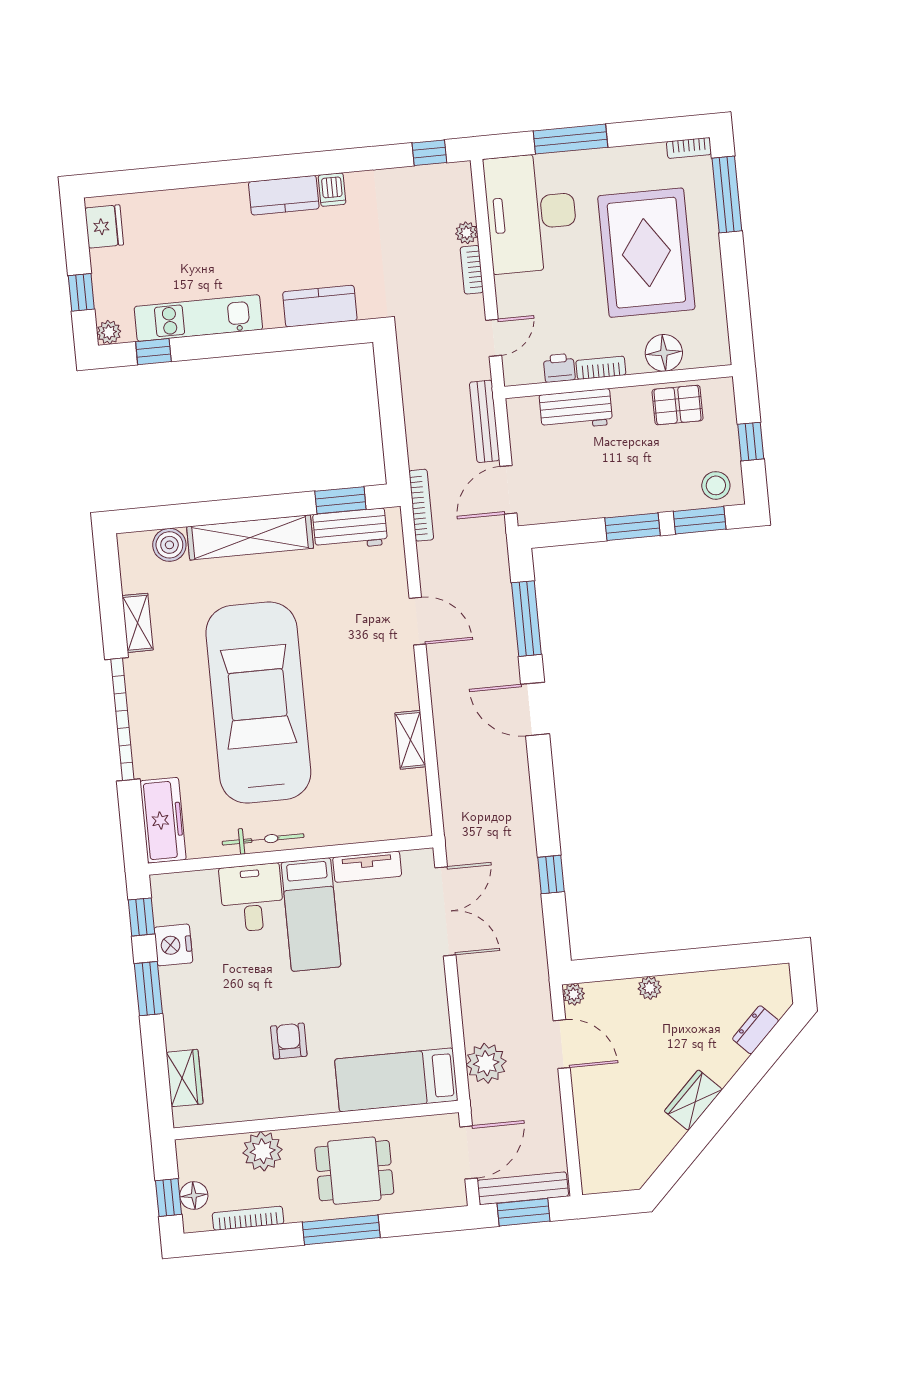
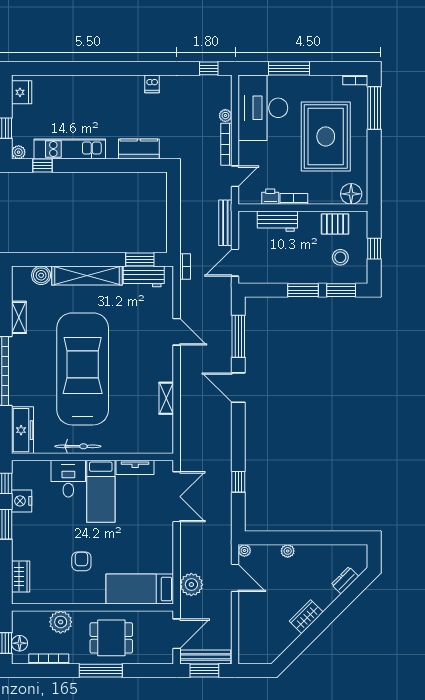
kitchen counter: (284, 195) -> (124, 84), removed
bookcase: (472, 270) -> (226, 144), width x1.56
floor lamp: (664, 353) -> (351, 194), moved
stool: (716, 485) -> (340, 257), moved
bookcase: (421, 505) -> (185, 267), width x0.64

